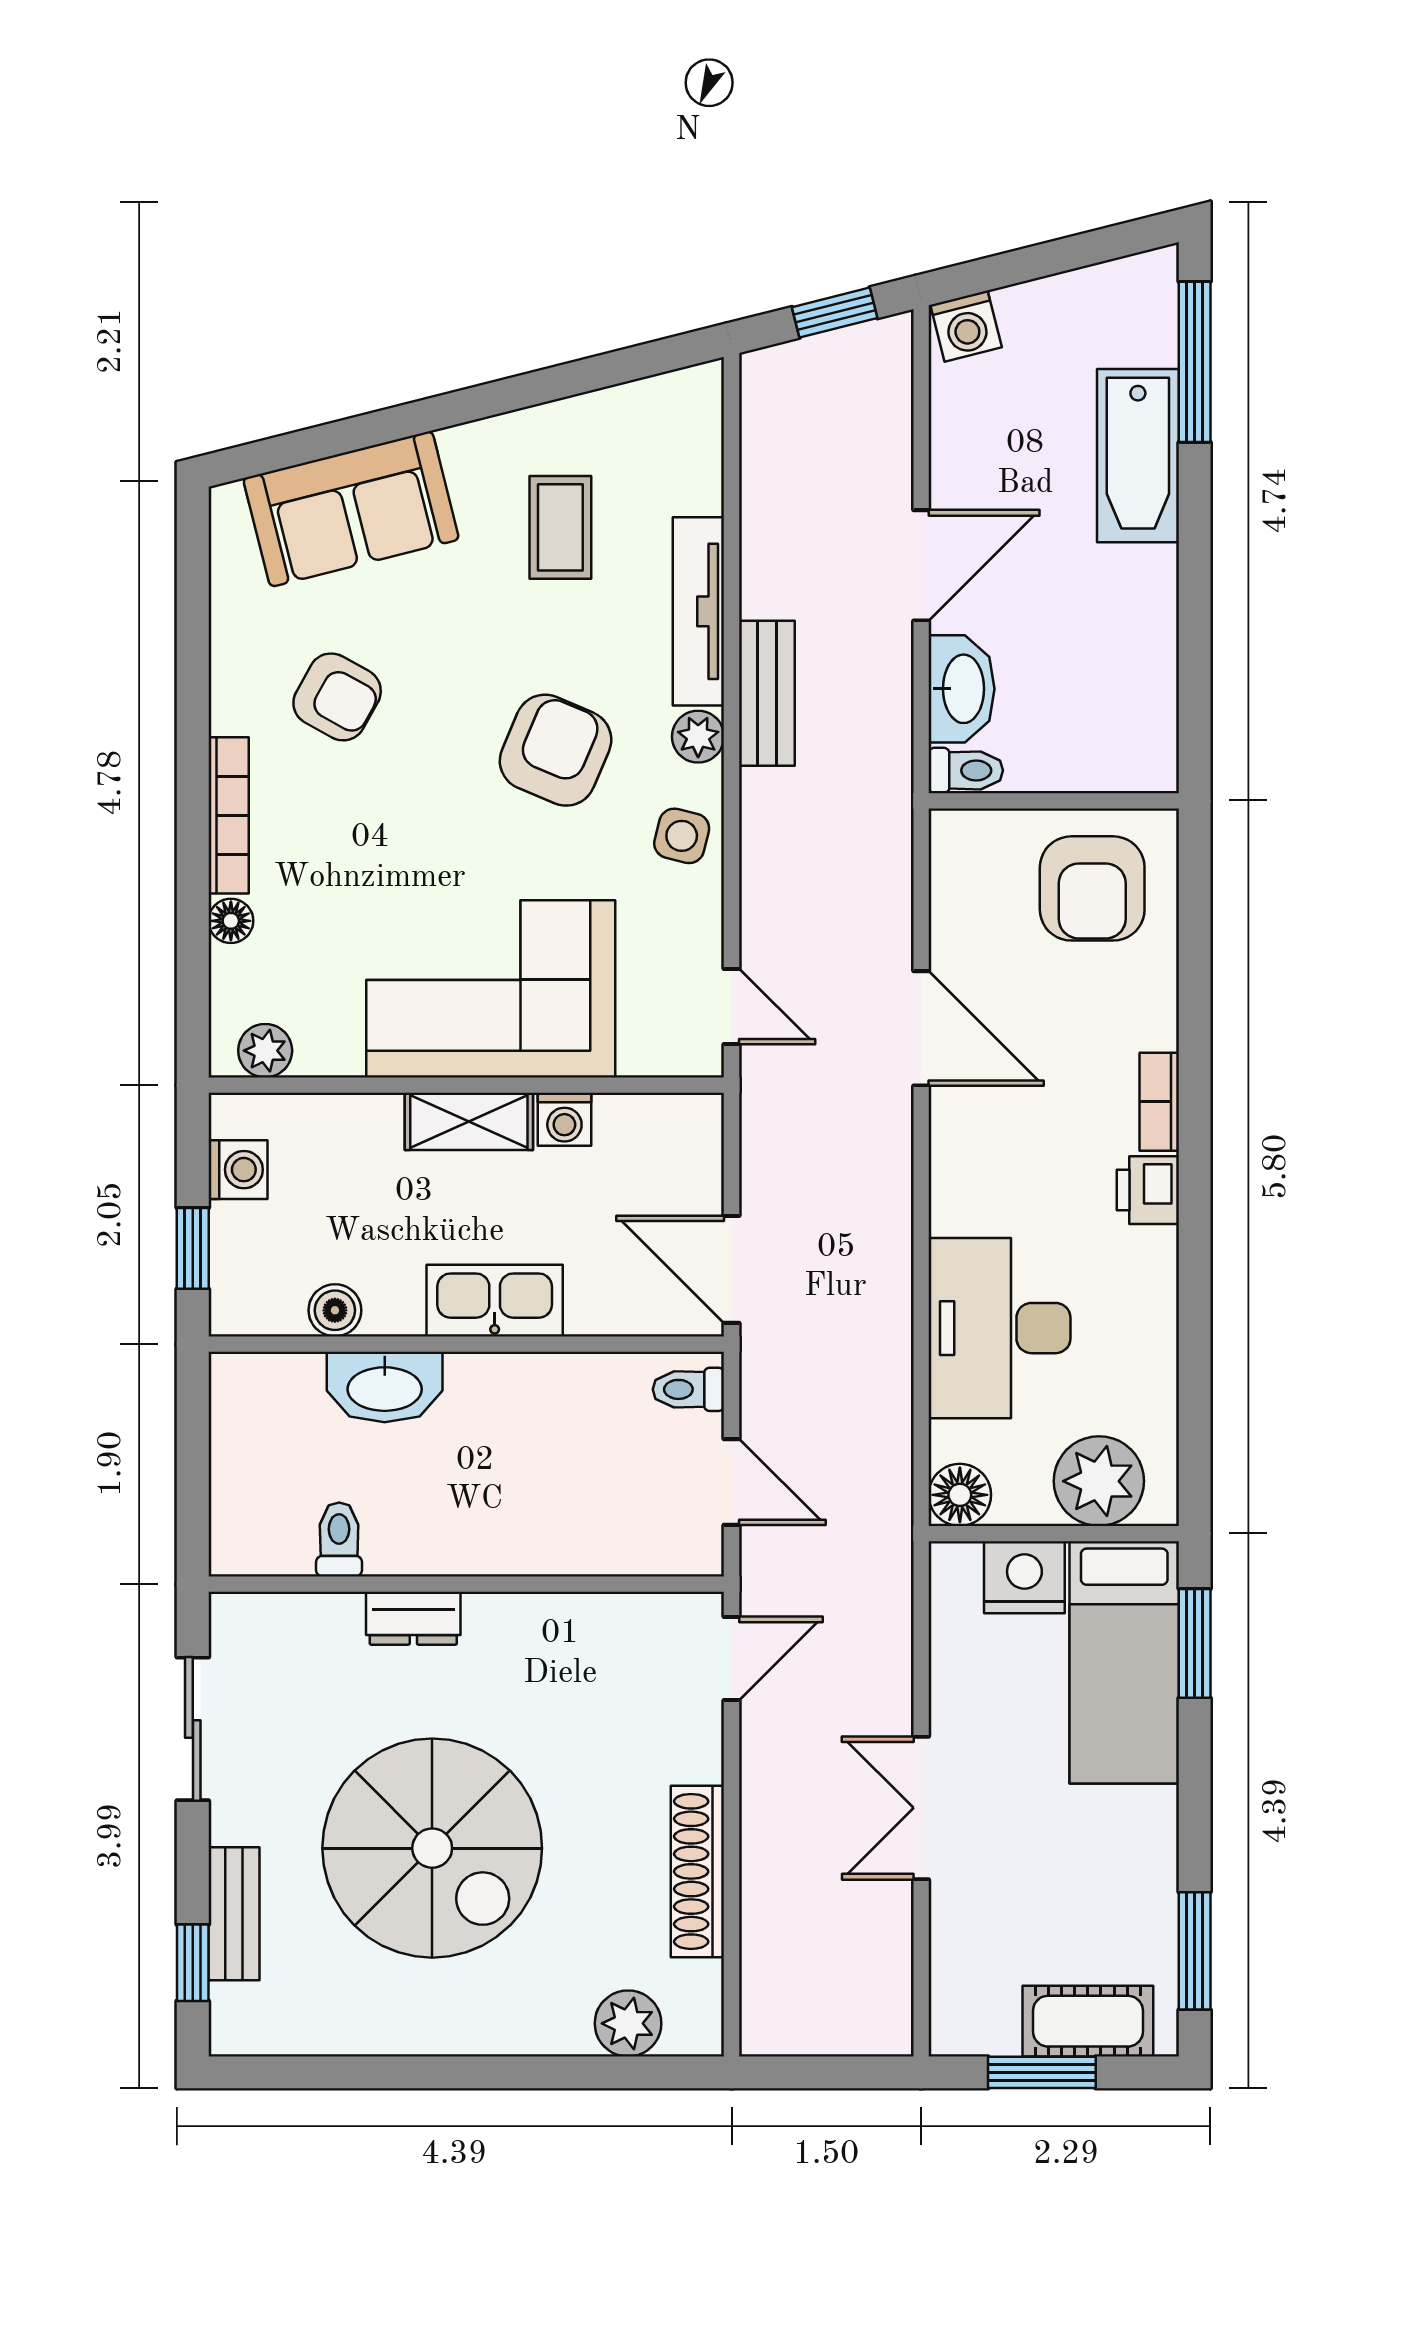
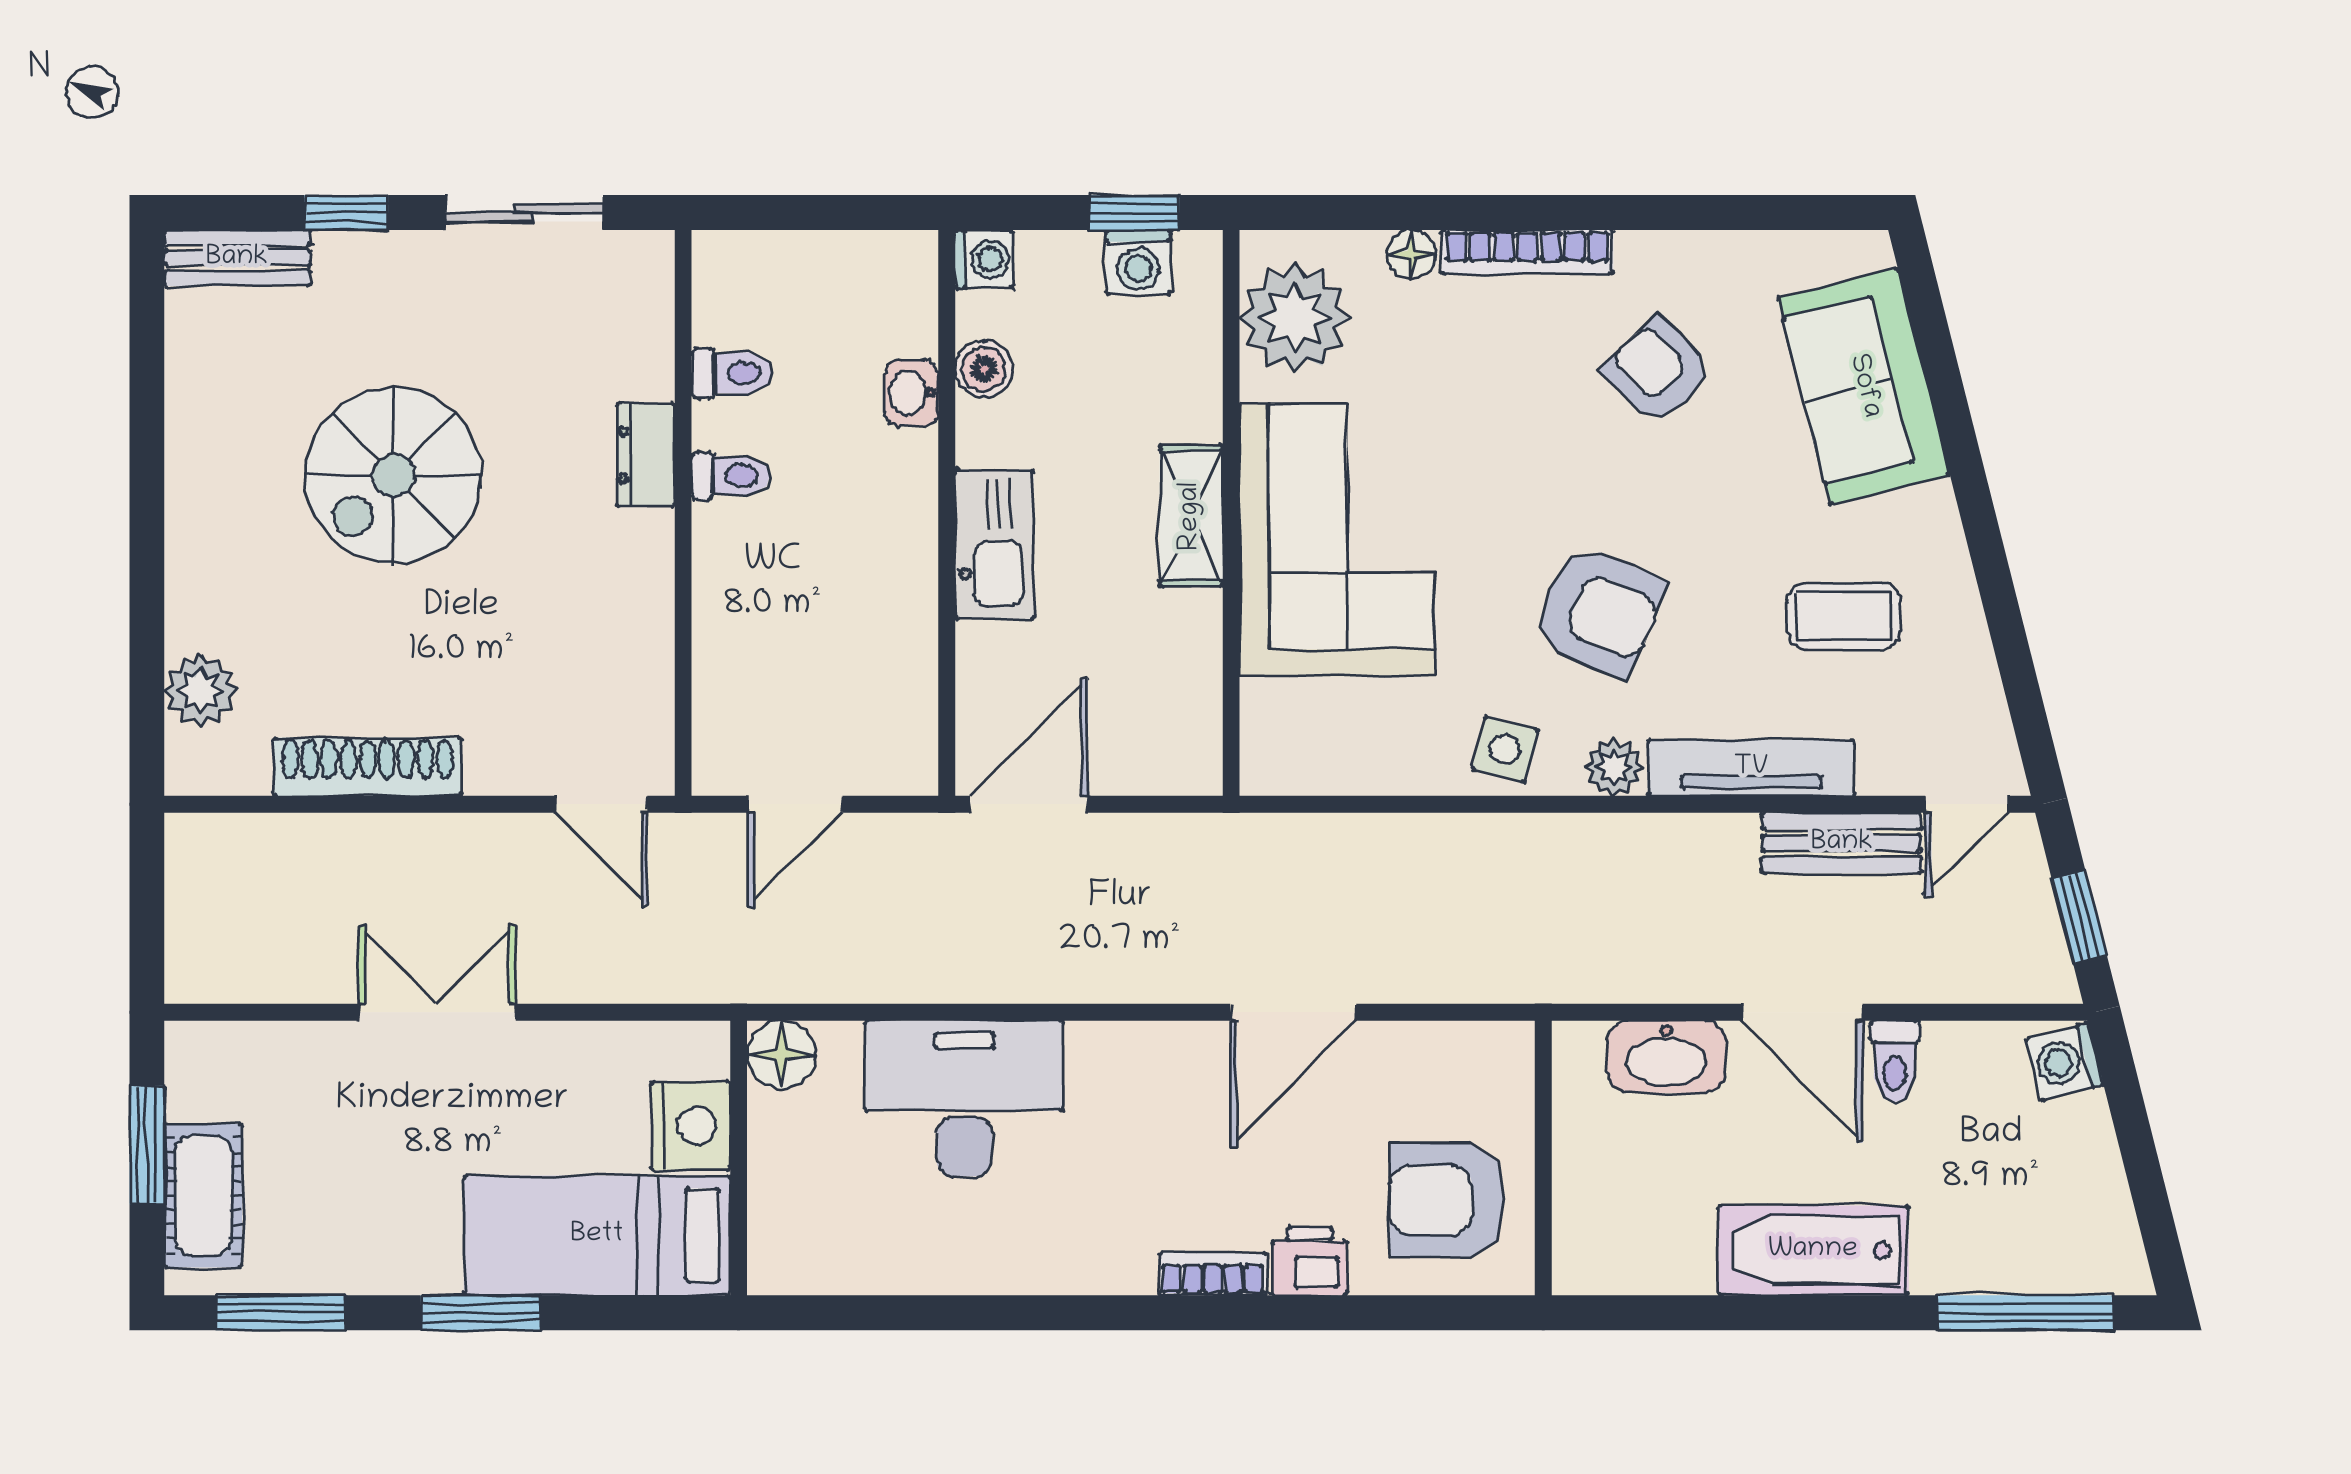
bathtub: (1138, 456) -> (1813, 1250), moved
bench: (767, 693) -> (1842, 843), moved
armchair: (337, 697) -> (1657, 371), turned 107
toilet: (966, 770) -> (1895, 1061), moved
door: (732, 1007) -> (1967, 804), moved
plant: (265, 1051) -> (1295, 318), width x1.87, depth x1.87
washing machine: (564, 1119) -> (984, 259), moved, turned 180
printer: (1148, 1190) -> (1310, 1261), moved
window: (193, 1248) -> (1134, 213), moved
washbasin: (385, 1387) -> (912, 393), width x0.52, depth x0.69
toilet: (688, 1389) -> (731, 476), moved, turned 90
plant: (1099, 1481) -> (796, 1208), removed
window: (1195, 1643) -> (481, 1313), moved
spiral stairs: (432, 1848) -> (393, 475), width x0.73, depth x0.73
bench: (234, 1914) -> (237, 258), moved
window: (193, 1963) -> (346, 213), moved

